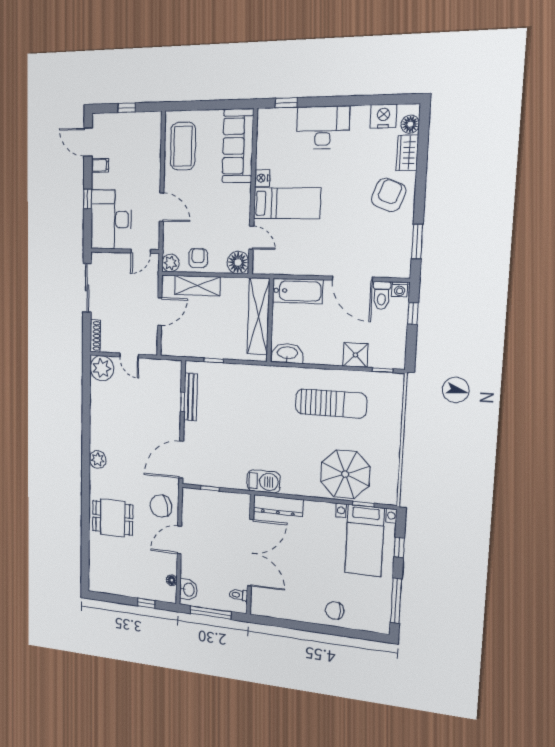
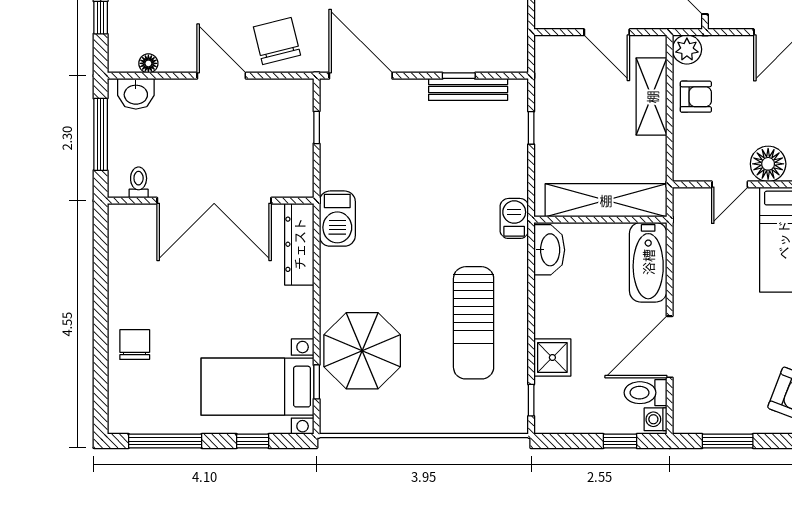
floor lamp: (238, 263) -> (768, 164), moved
barbecue: (267, 374) -> (514, 218), added

